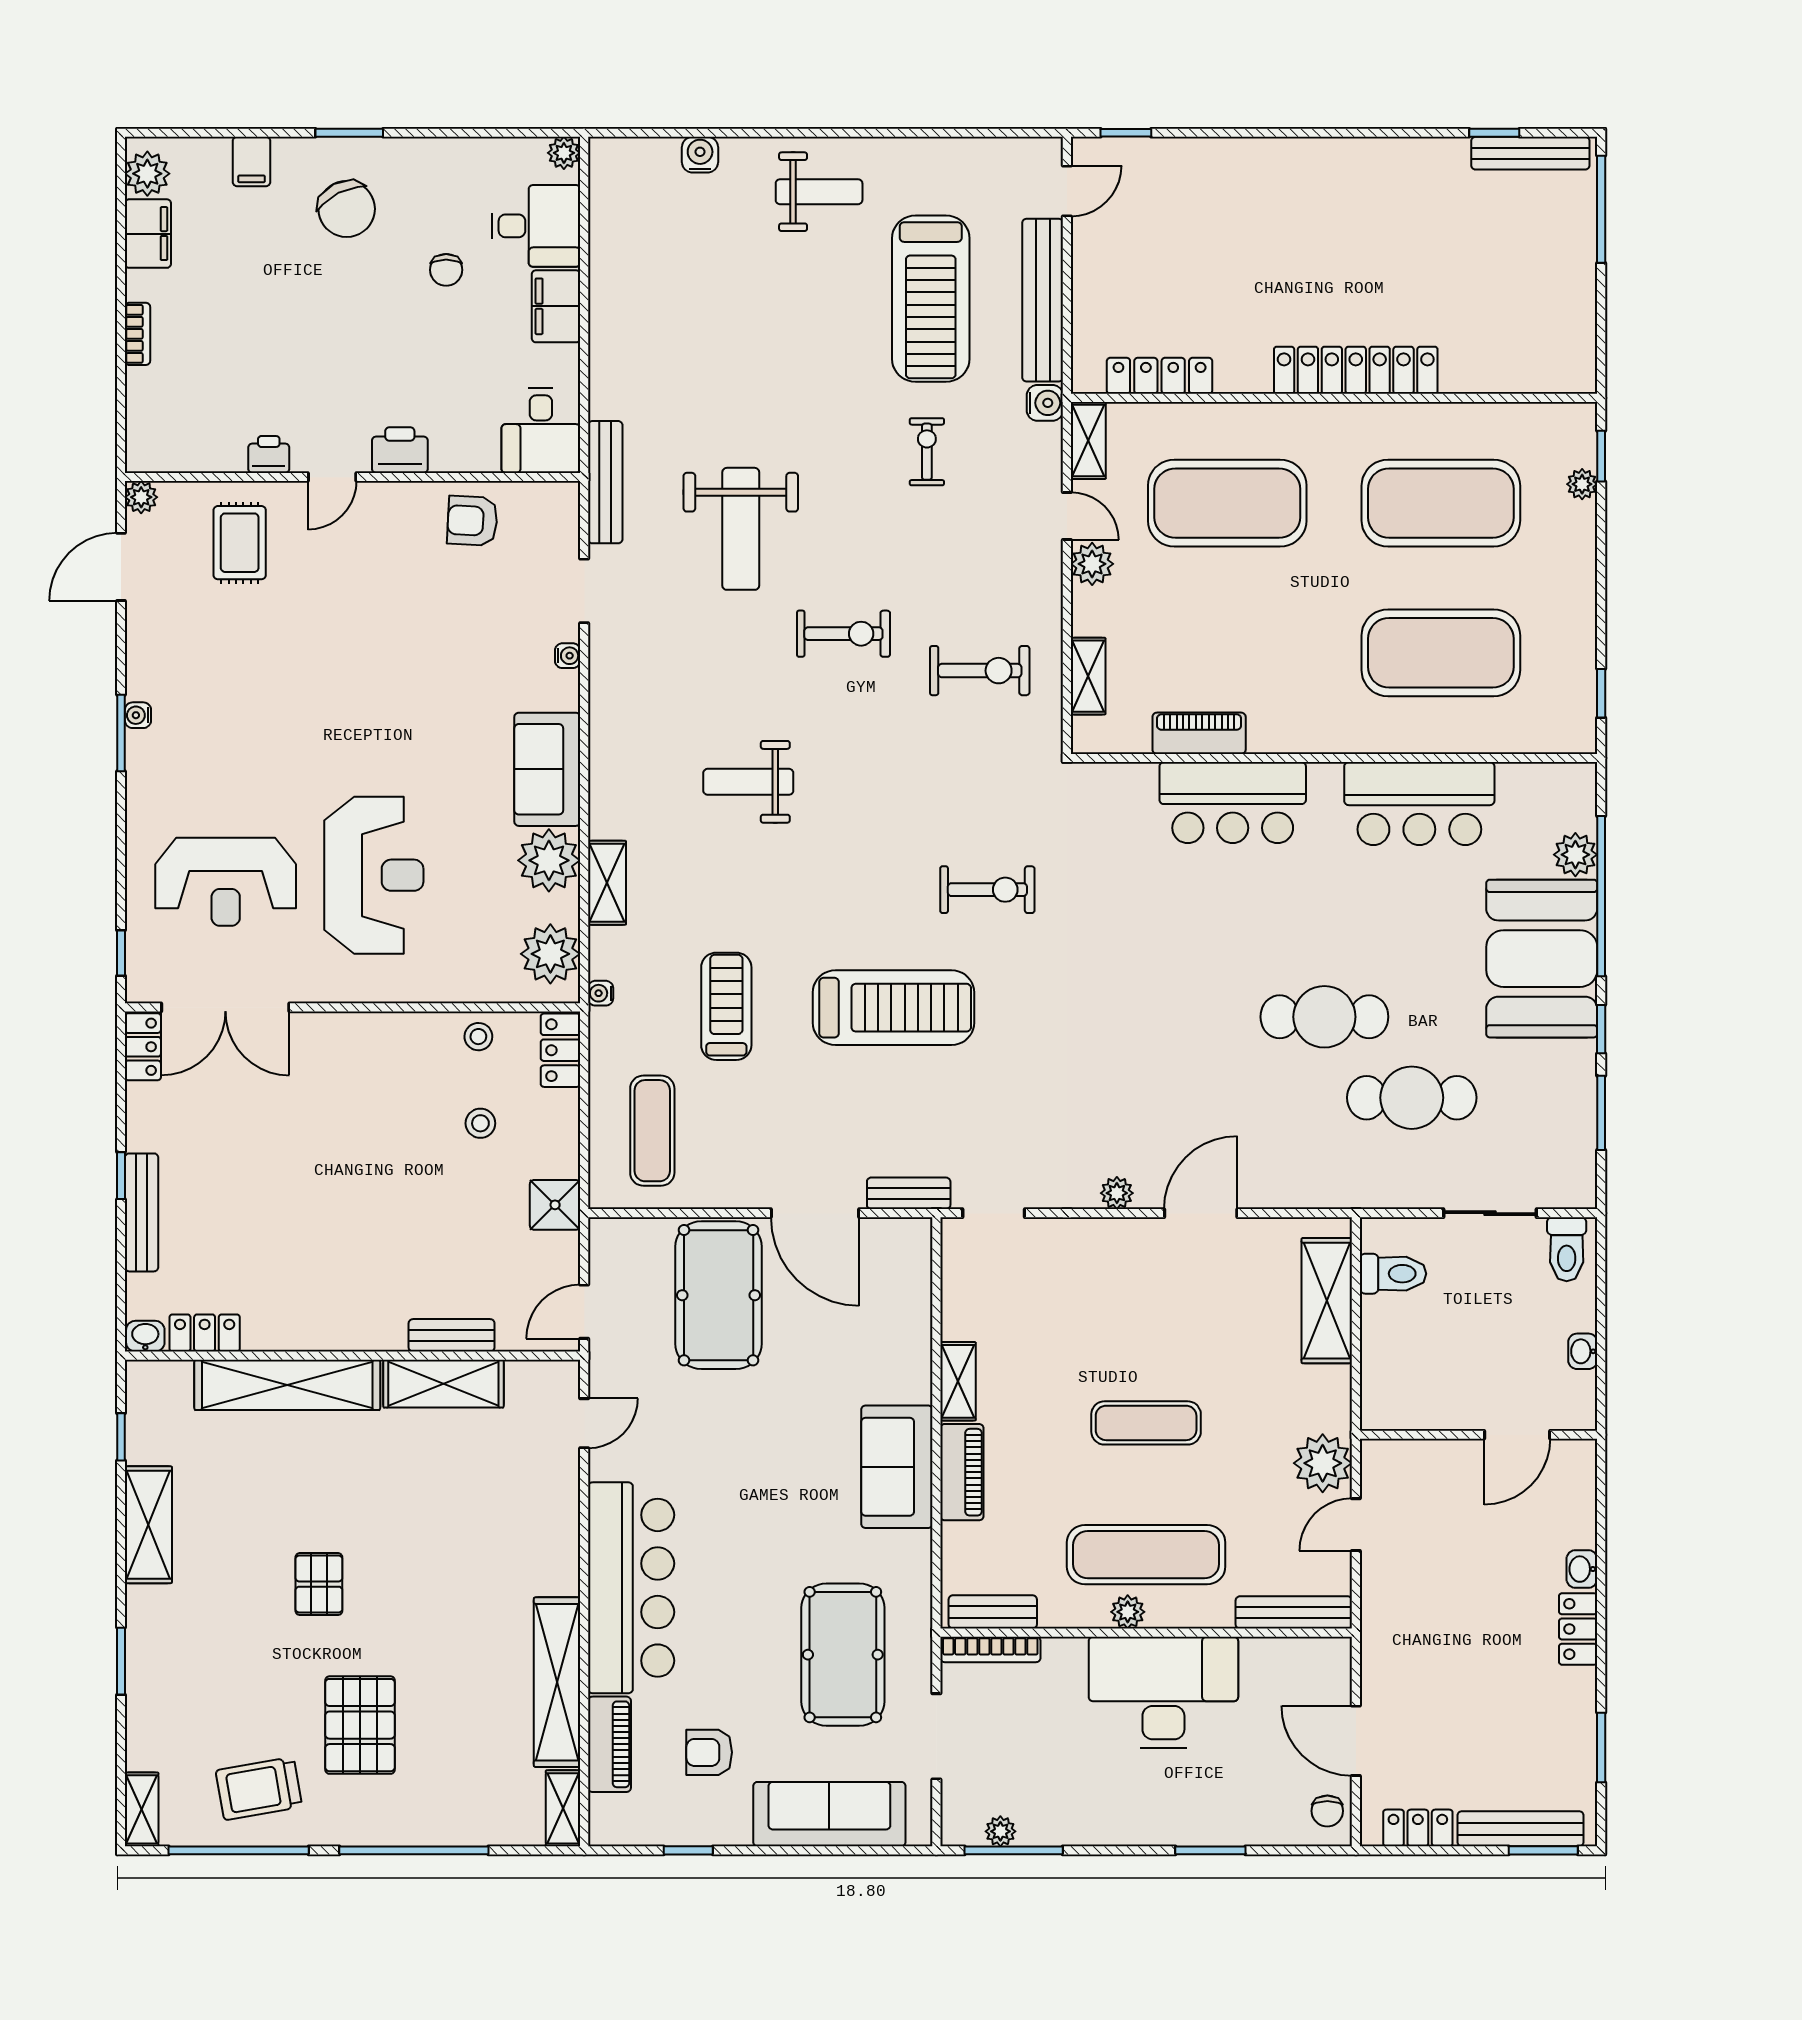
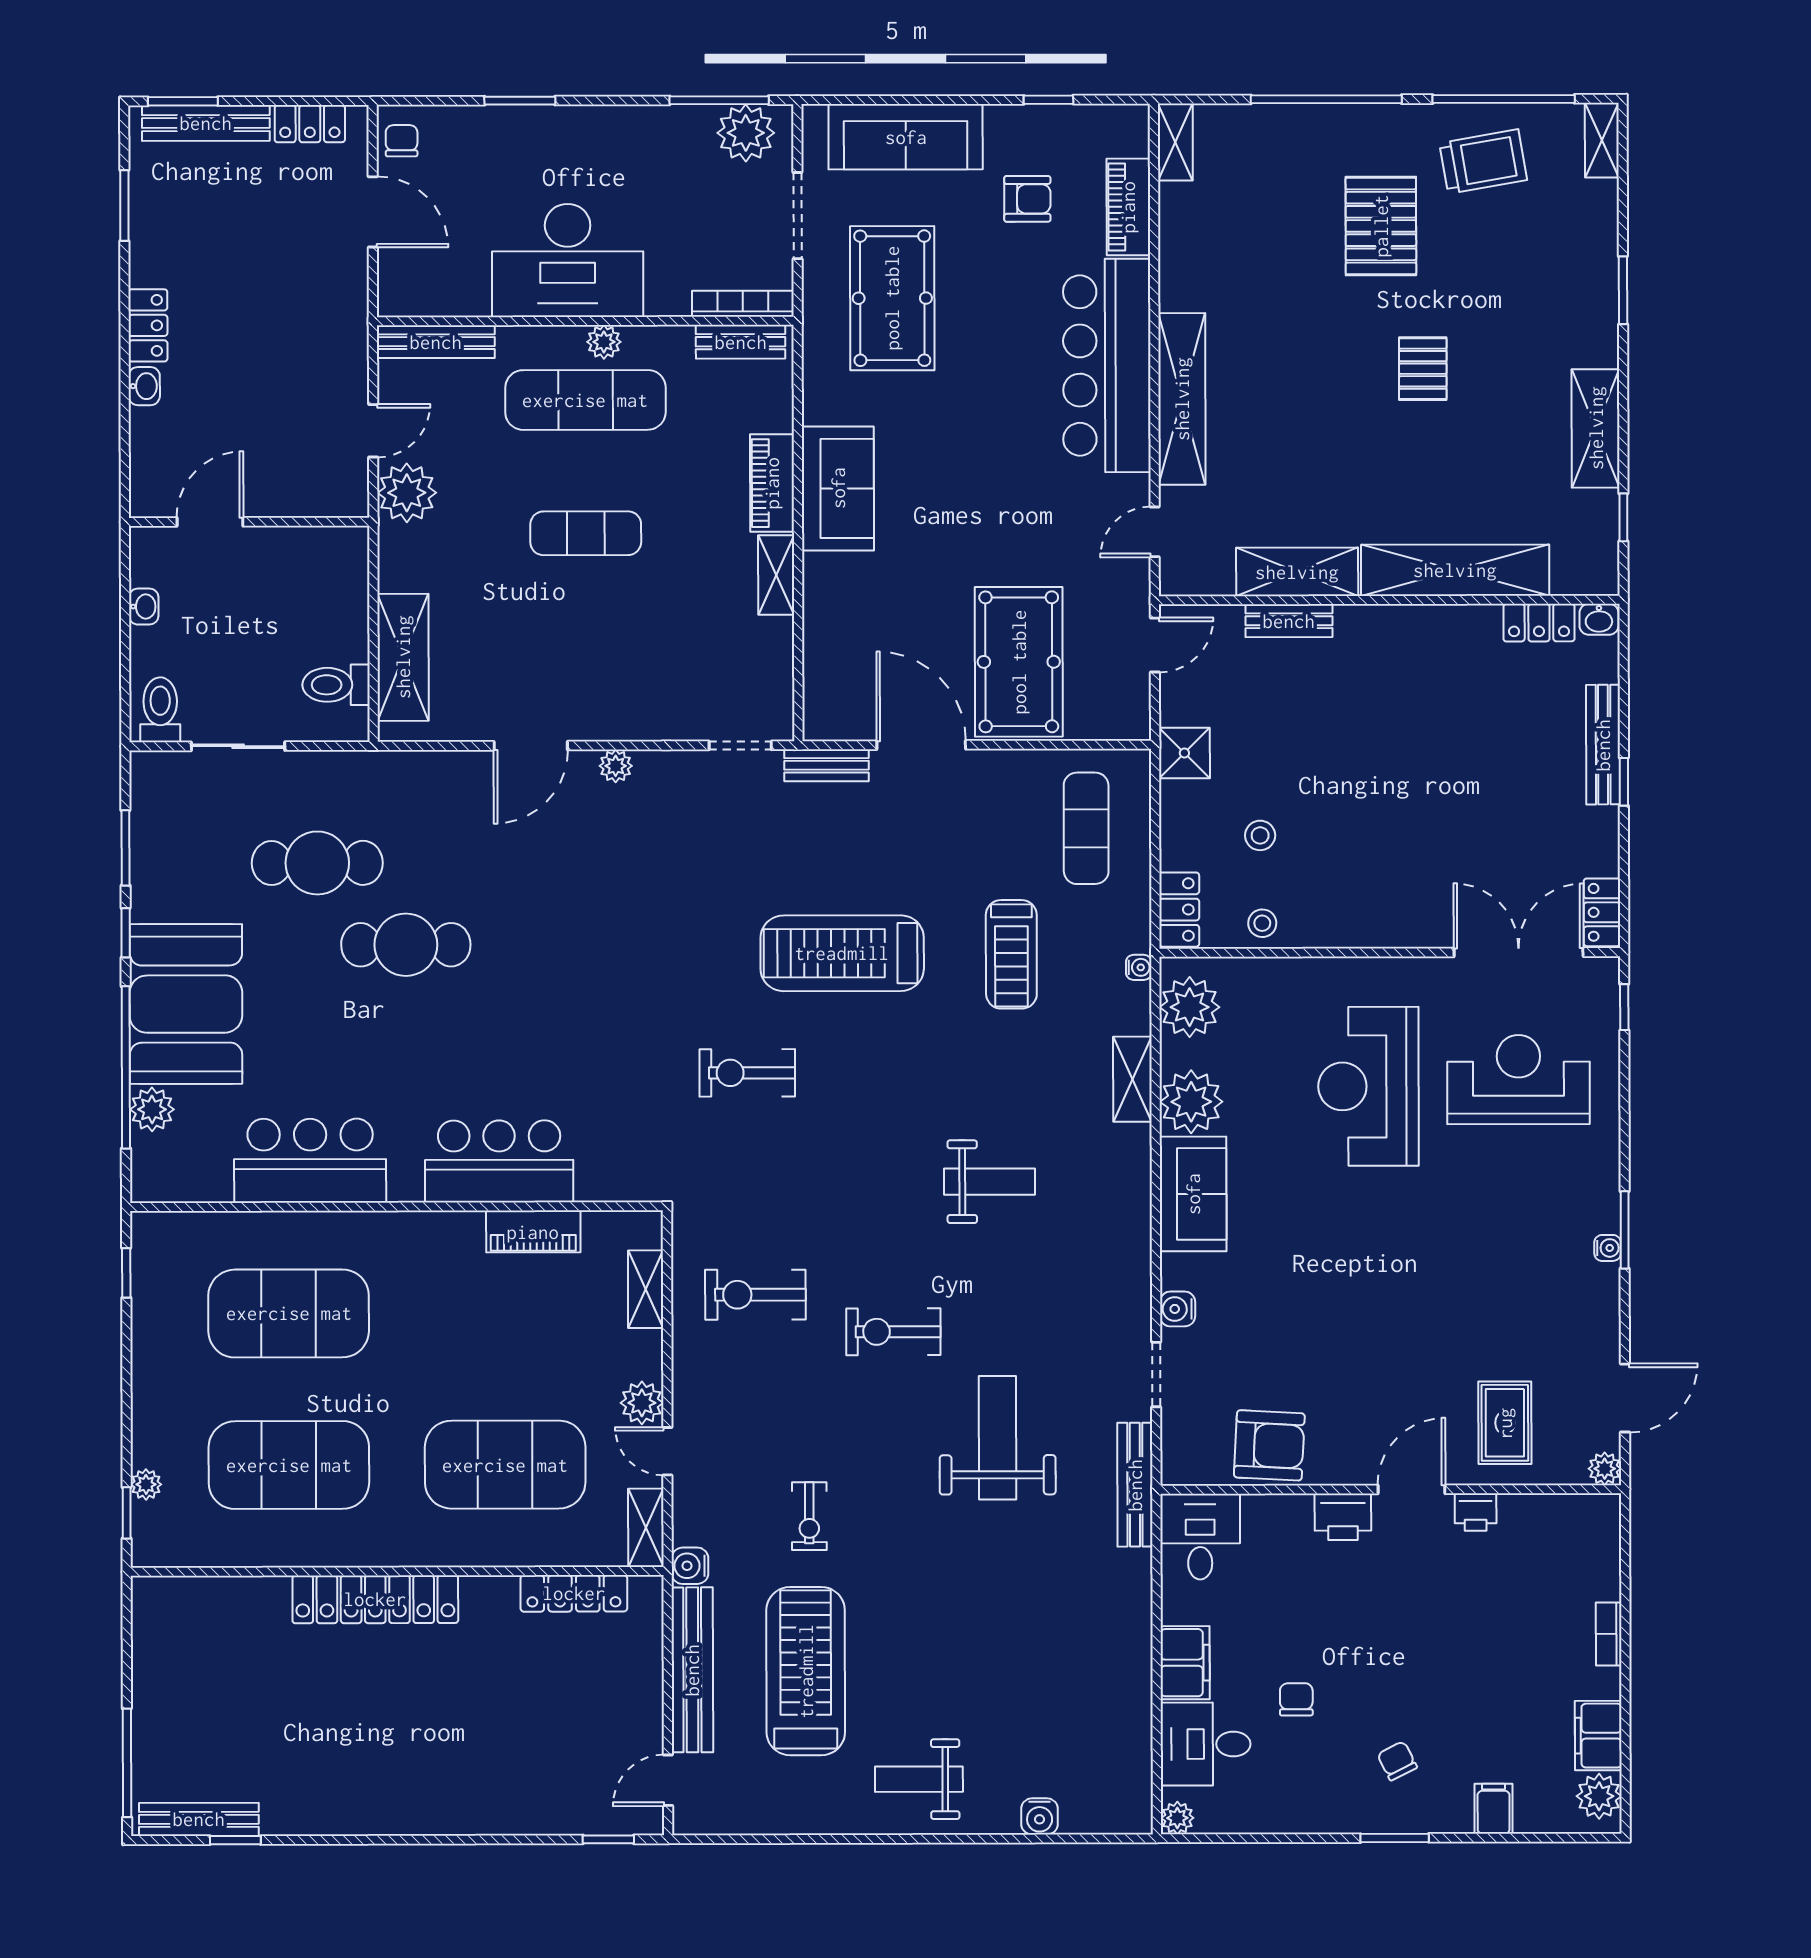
chair: (347, 209) -> (1397, 1761), width x0.54, depth x0.54
door: (332, 477) -> (1411, 1489), width x1.37
armchair: (472, 521) -> (1269, 1445), width x1.38, depth x1.38
water cooler: (568, 656) -> (1178, 1309), width x1.38, depth x1.38
shelving: (557, 1682) -> (1182, 399), moved
plant: (1000, 1831) -> (746, 133), width x1.88, depth x1.88

